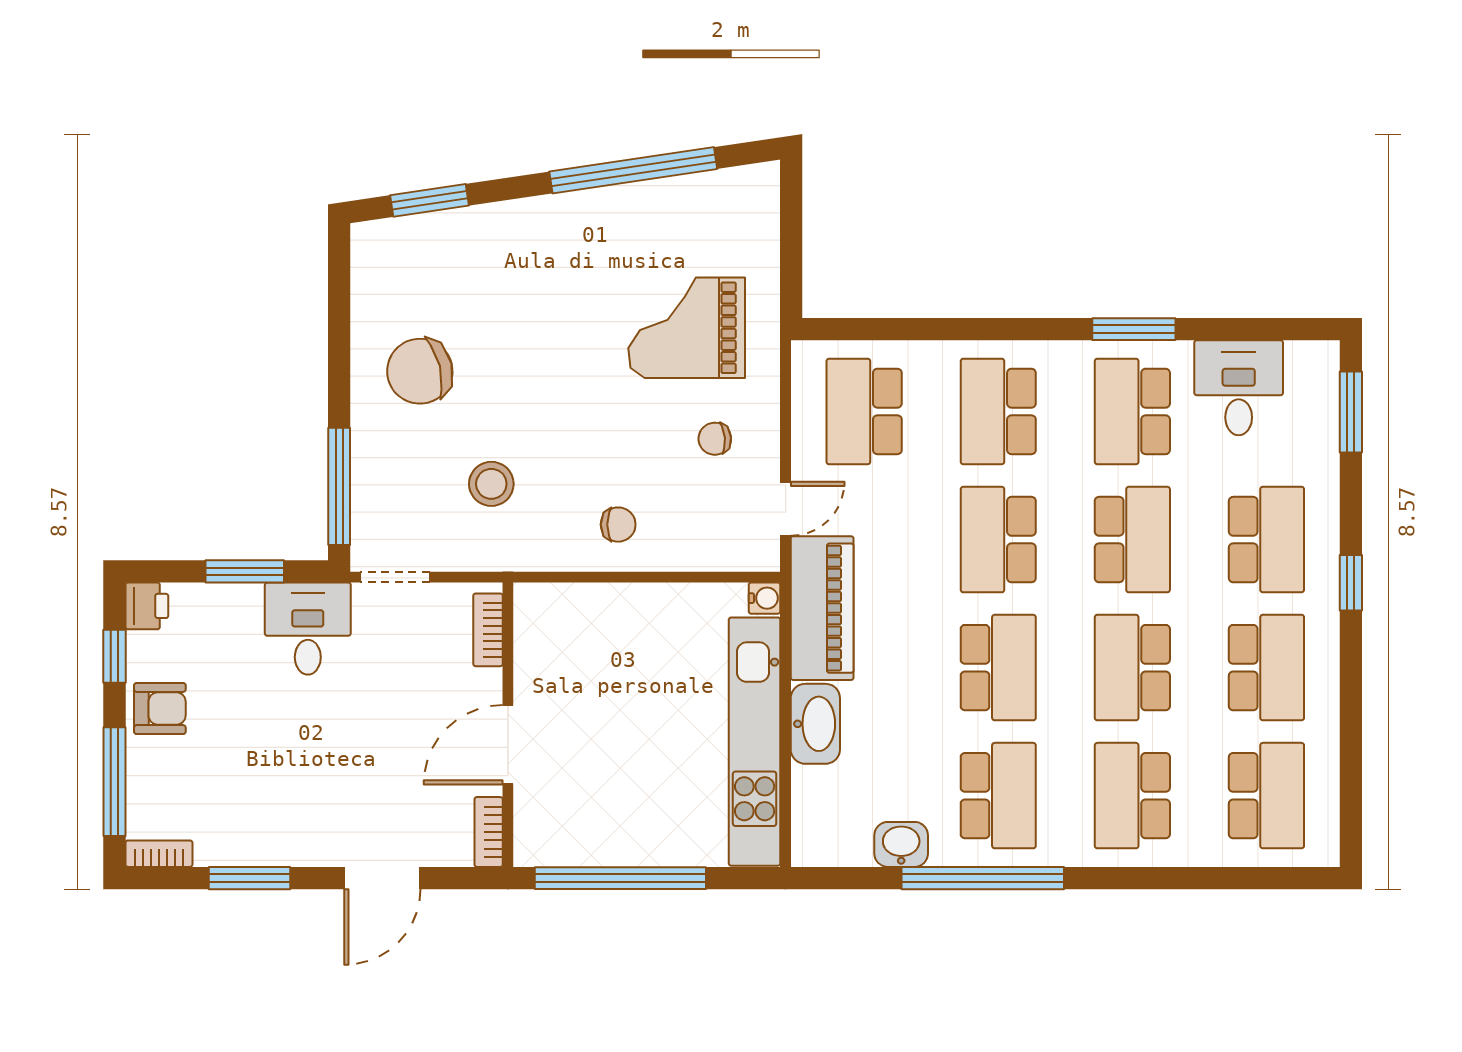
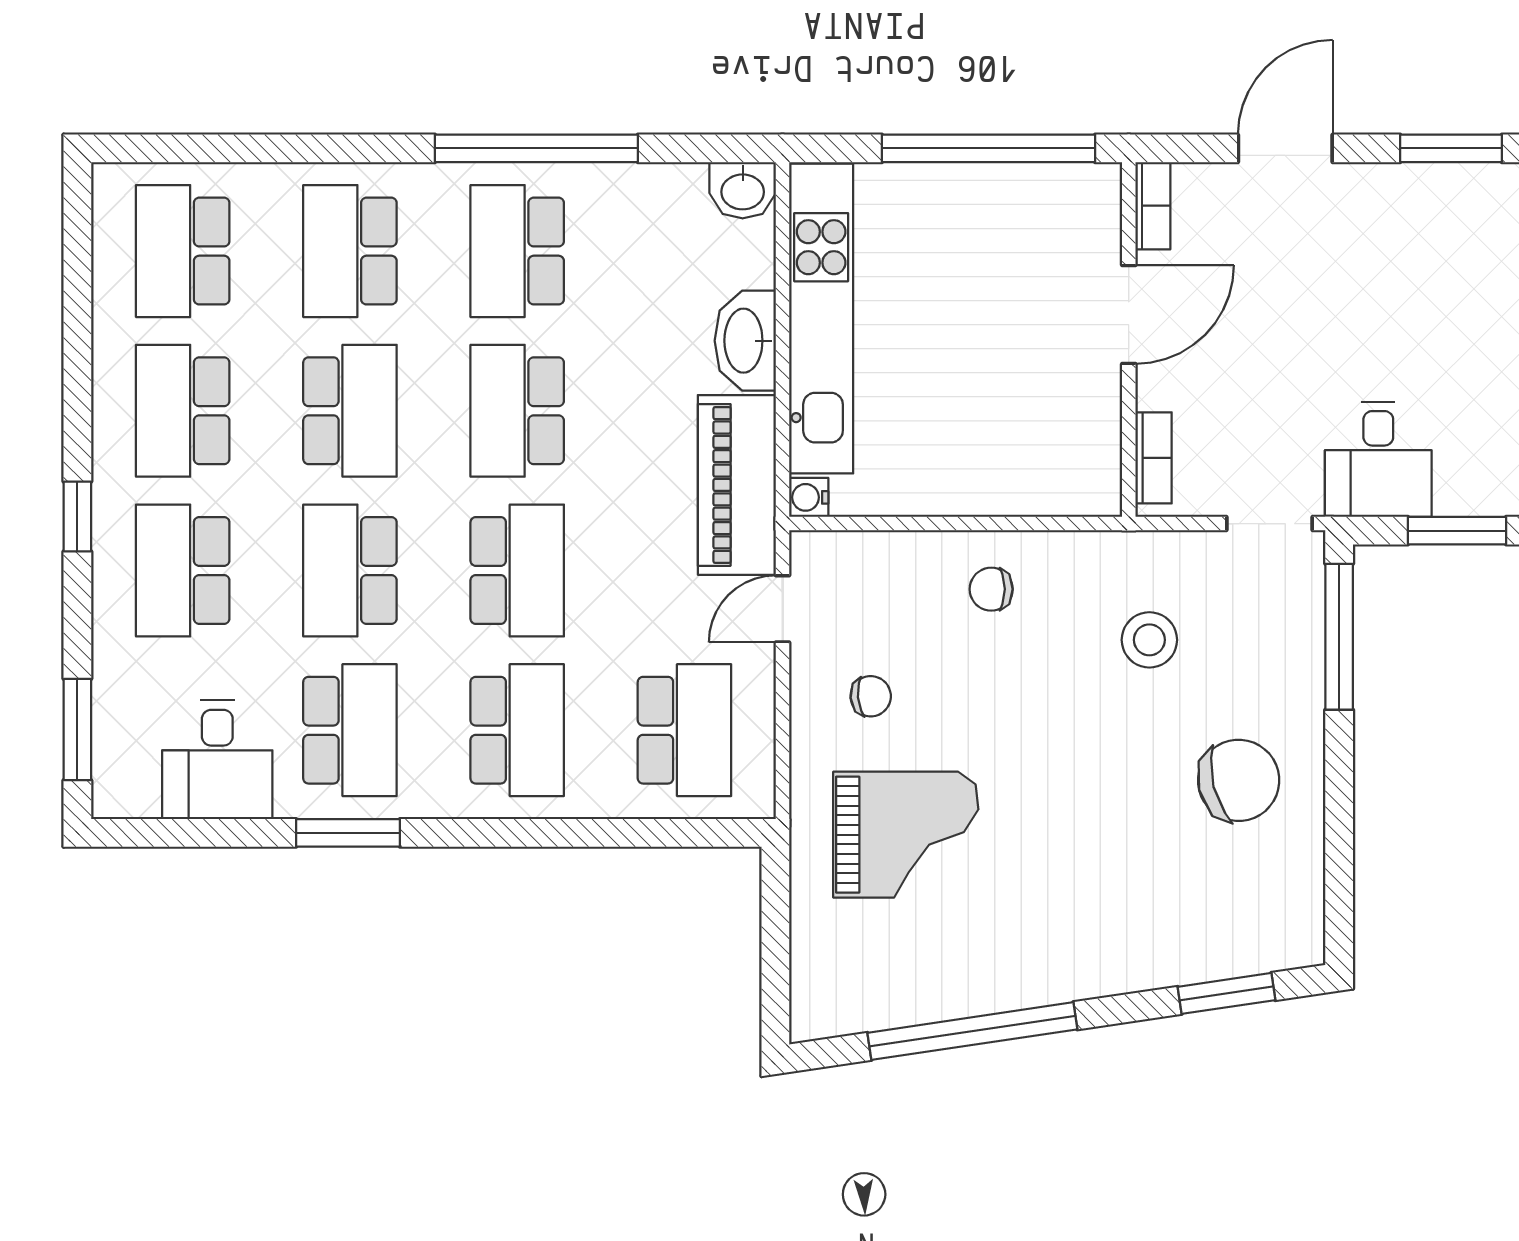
school desk: (1132, 796) -> (350, 251), turned 180
washbasin: (901, 844) -> (743, 190), moved

